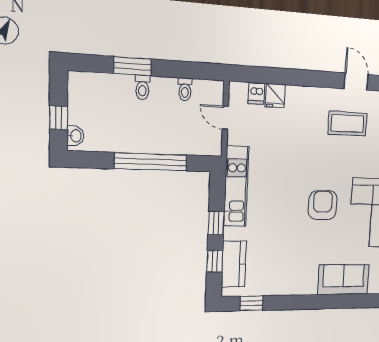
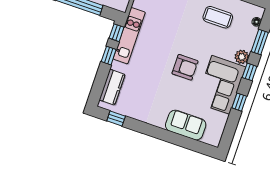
armchair: (323, 205) -> (185, 67), turned 90
window: (215, 261) -> (117, 33), moved

